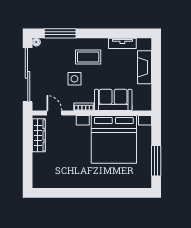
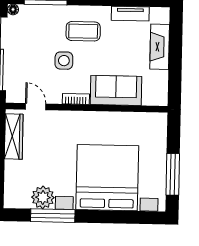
bed with nightstands: (114, 139) -> (107, 178), moved, turned 180
plant: (61, 180) -> (43, 197), added
window: (69, 193) -> (53, 216), added

